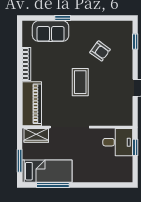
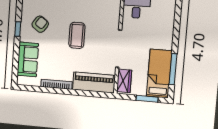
window: (63, 18) -> (18, 29), moved
armchair: (100, 51) -> (40, 24), moved
coffee table: (80, 82) -> (77, 35), turned 90

